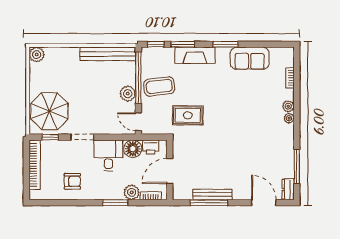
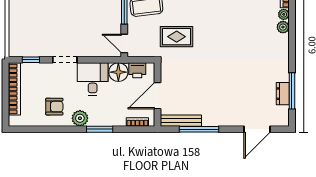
plant: (128, 94) -> (113, 14), removed
parasol: (49, 111) -> (30, 32), removed
plant: (289, 118) -> (284, 14), moved
dresser: (288, 189) -> (283, 94), moved
plant: (132, 192) -> (80, 118), moved
bench: (212, 195) -> (181, 121), moved
door: (264, 203) -> (257, 129), swing flipped

